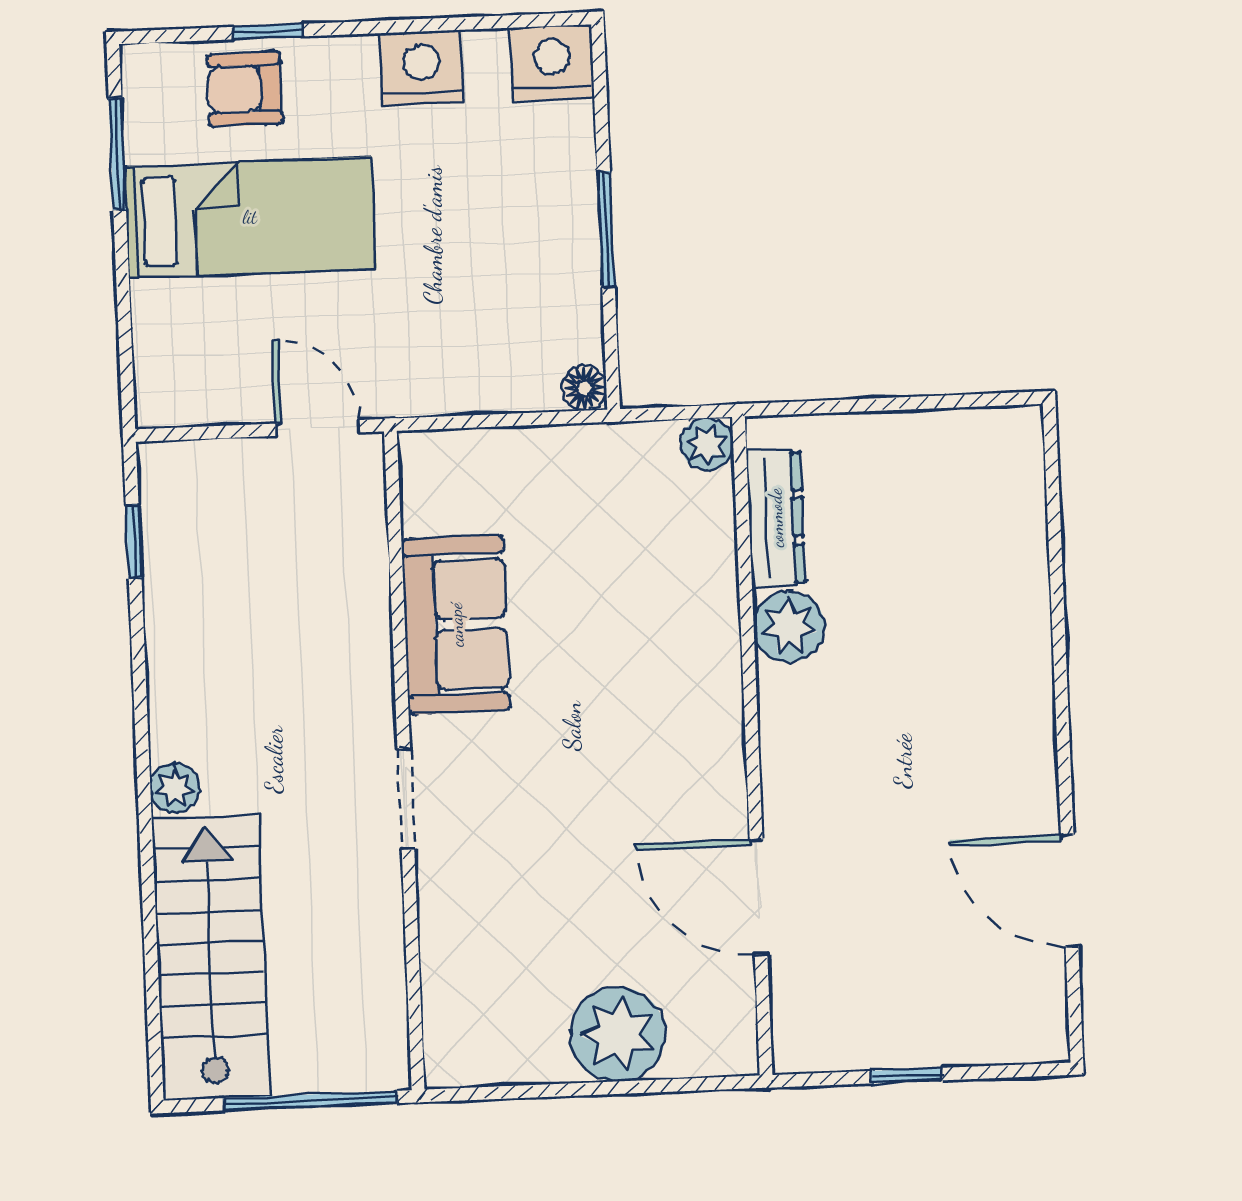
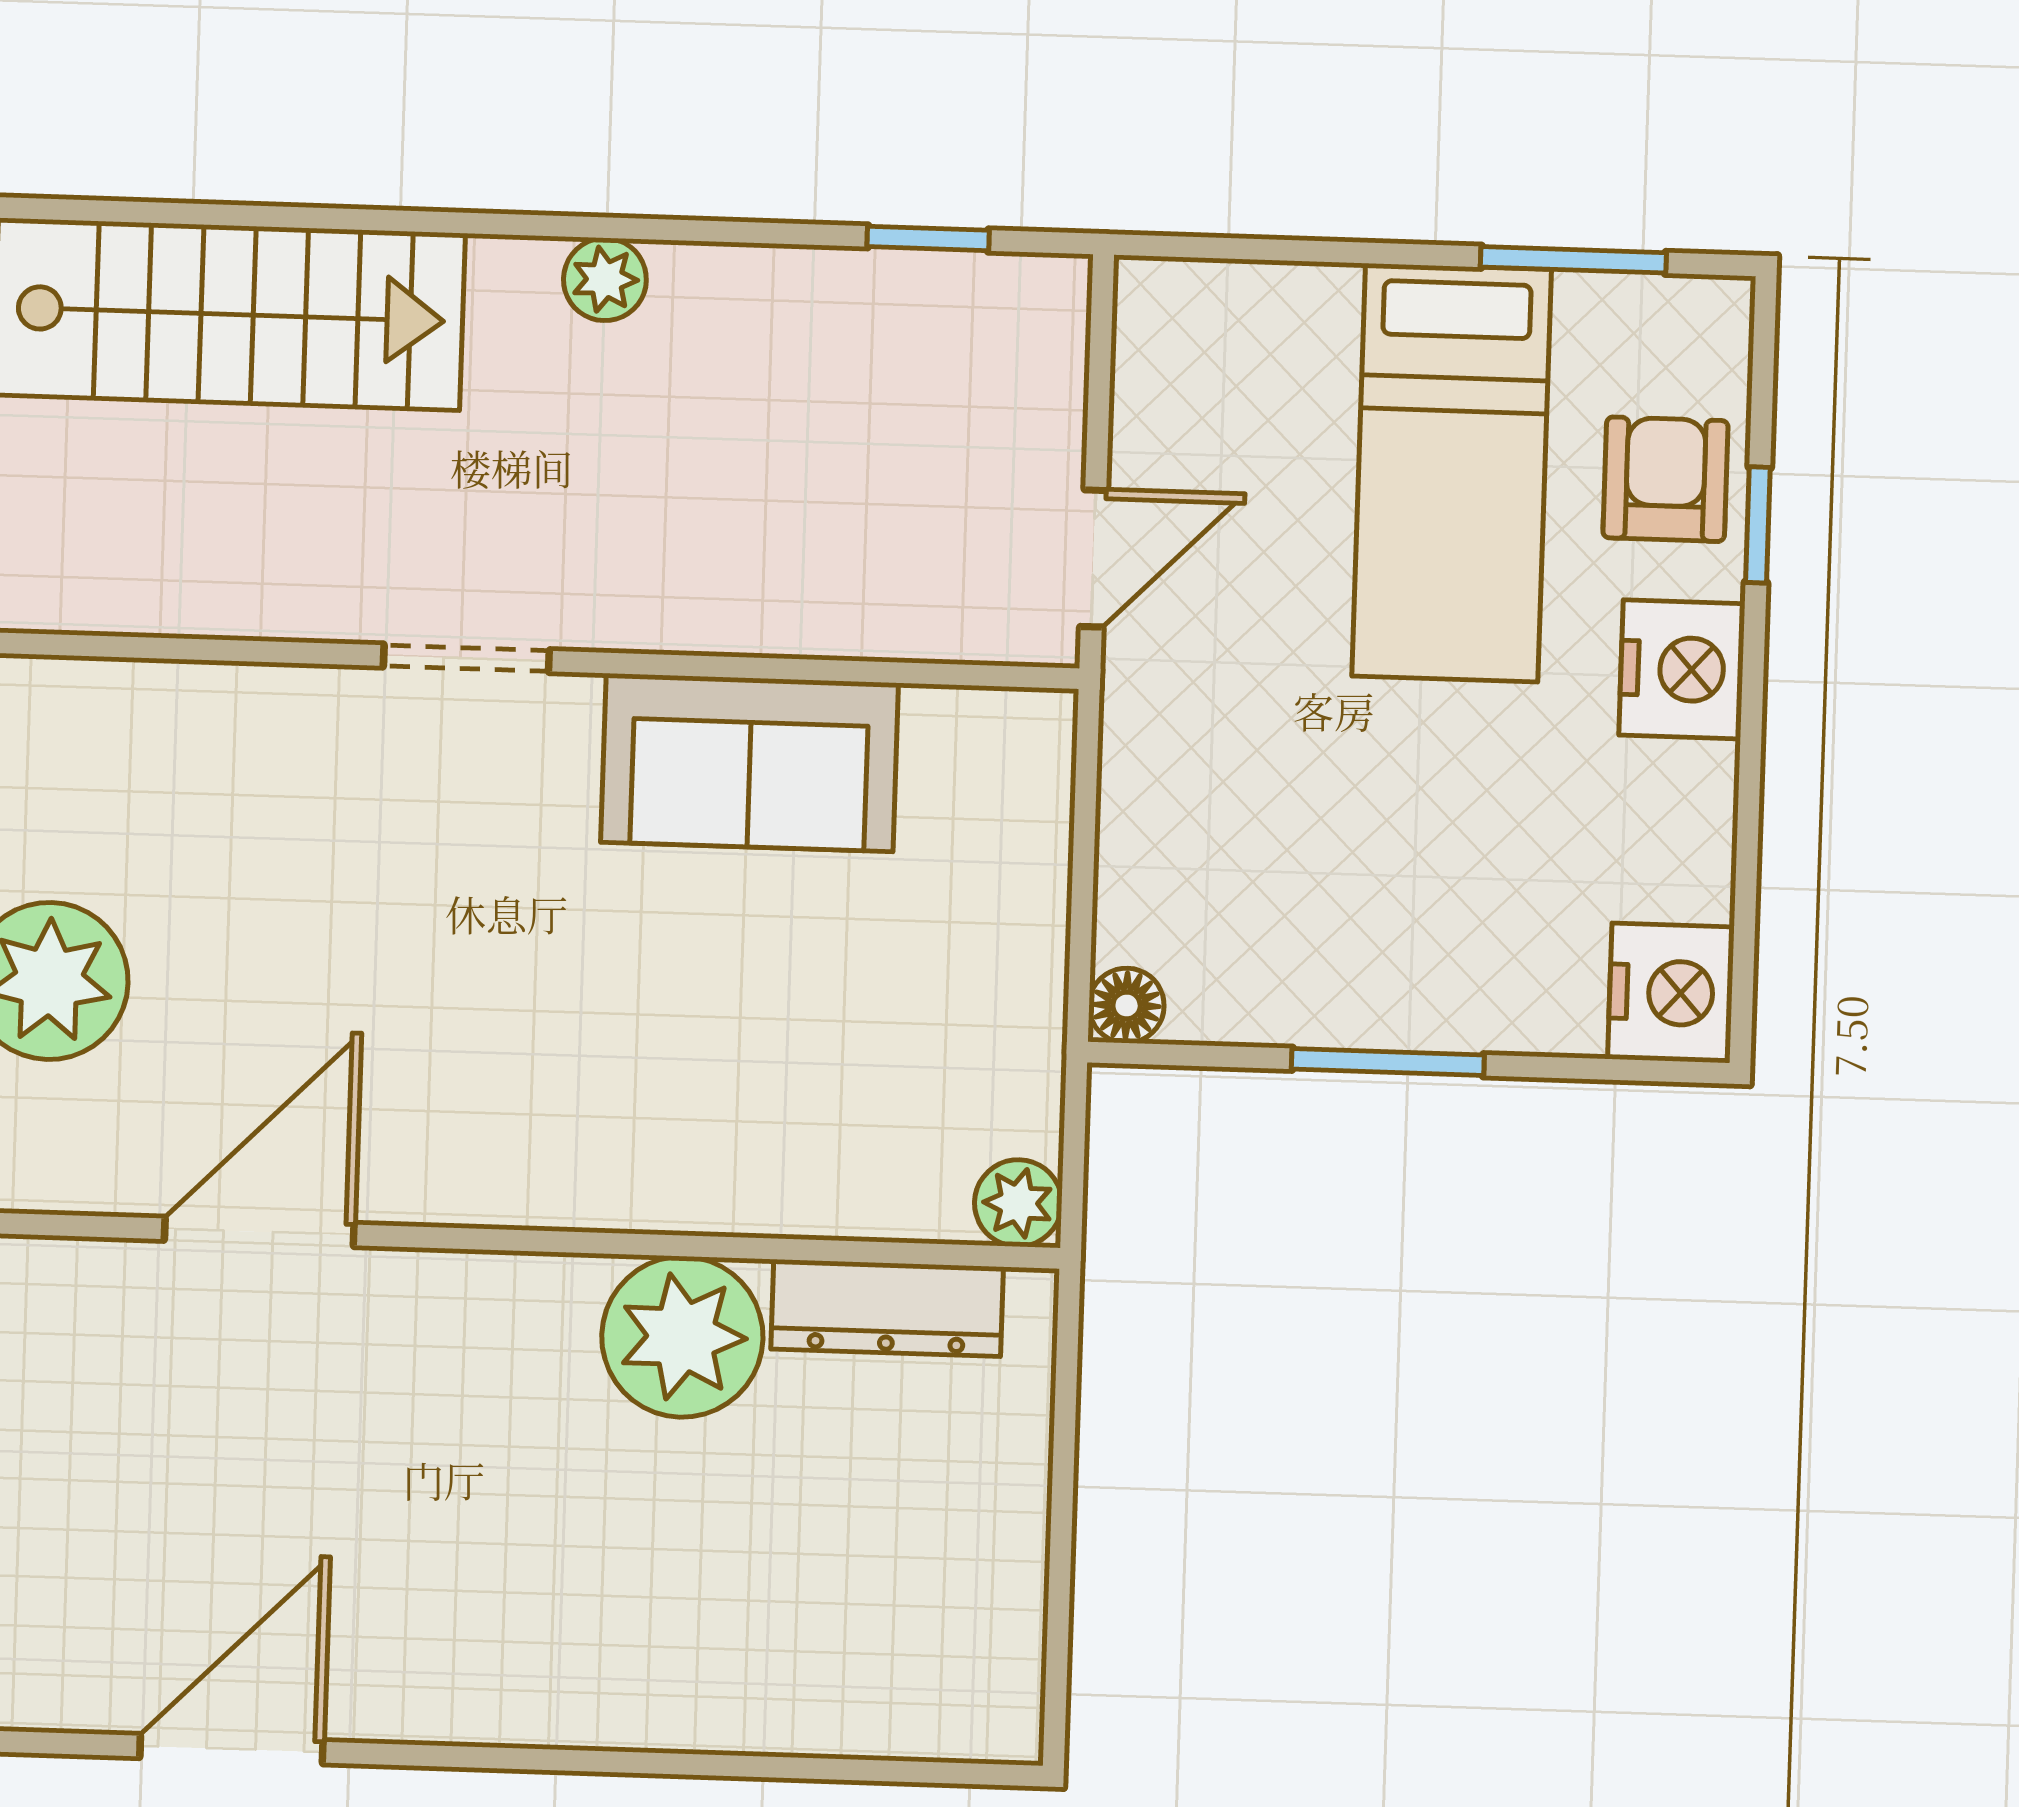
nightstand: (422, 68) -> (1682, 669), moved
plant: (789, 627) -> (682, 1337), width x1.36, depth x1.36
plant: (175, 788) -> (605, 279), moved

